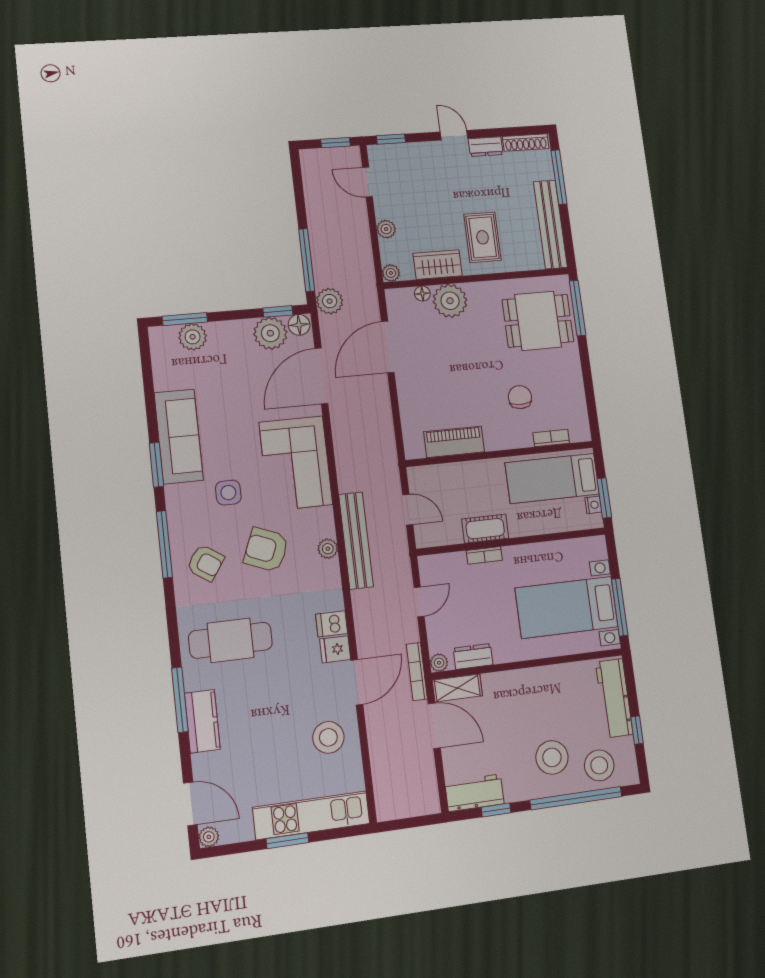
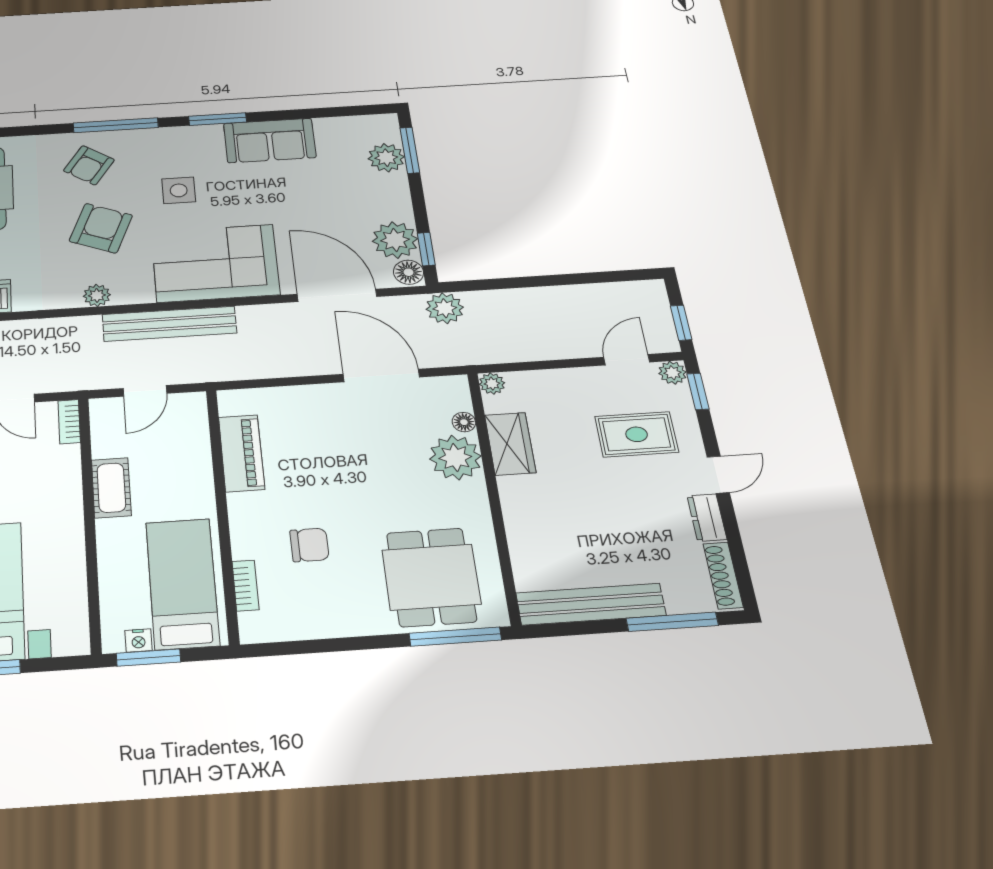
plant: (386, 229) -> (672, 373), moved
rug: (483, 237) -> (637, 434), moved
window: (307, 260) -> (502, 284), removed
sofa: (179, 436) -> (270, 140), width x0.73
bench: (356, 540) -> (169, 324), moved
bookcase: (484, 555) -> (69, 422), moved

